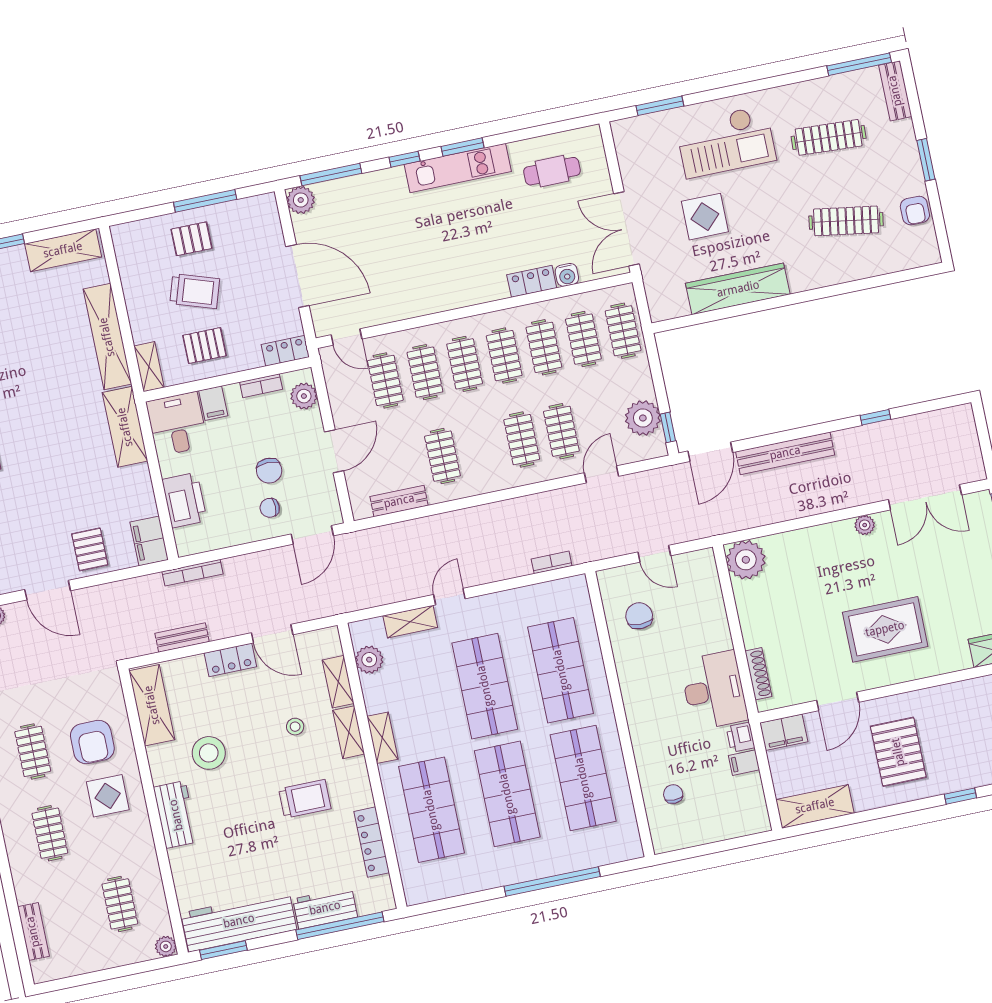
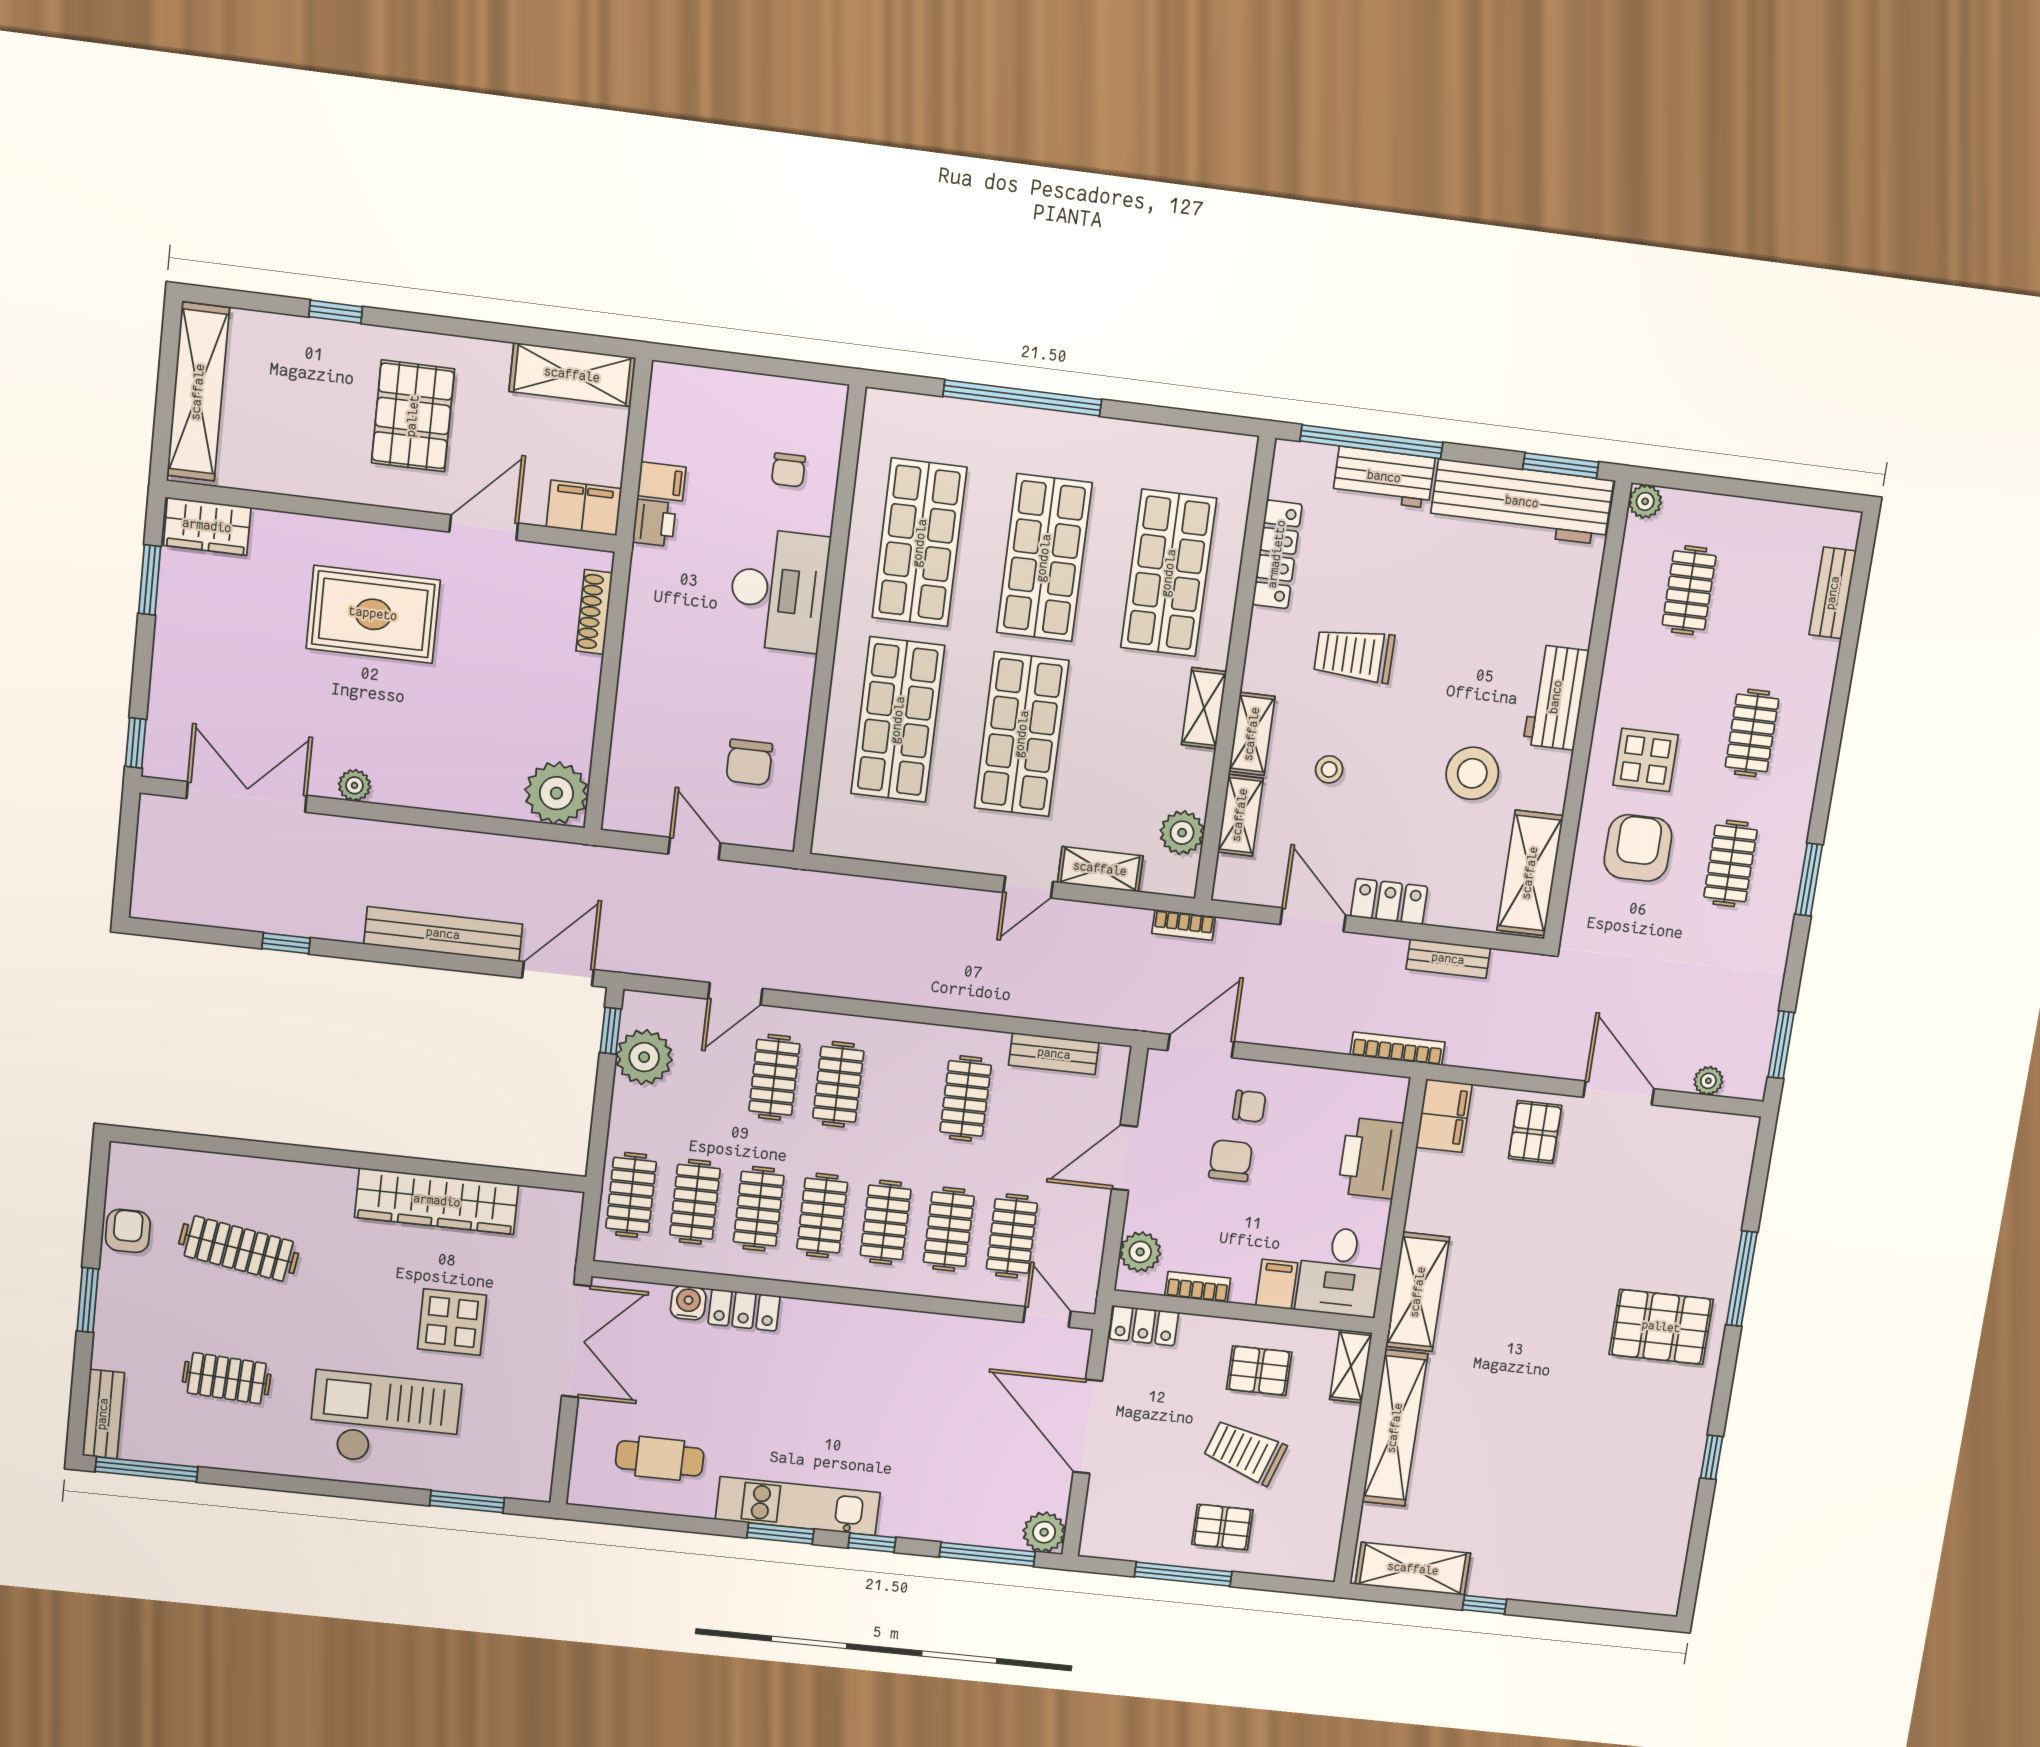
clothes rail: (829, 137) -> (227, 1378), width x0.73
bookcase: (552, 562) -> (1184, 925), moved
desk: (714, 690) -> (778, 590), moved, turned 180

